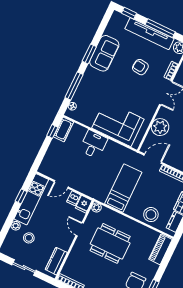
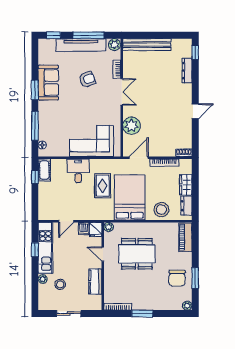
armchair: (140, 67) -> (87, 79), turned 152
rug: (109, 168) -> (103, 186), added
bed: (123, 188) -> (130, 197), width x1.50
kitchen counter: (56, 261) -> (95, 282), moved

